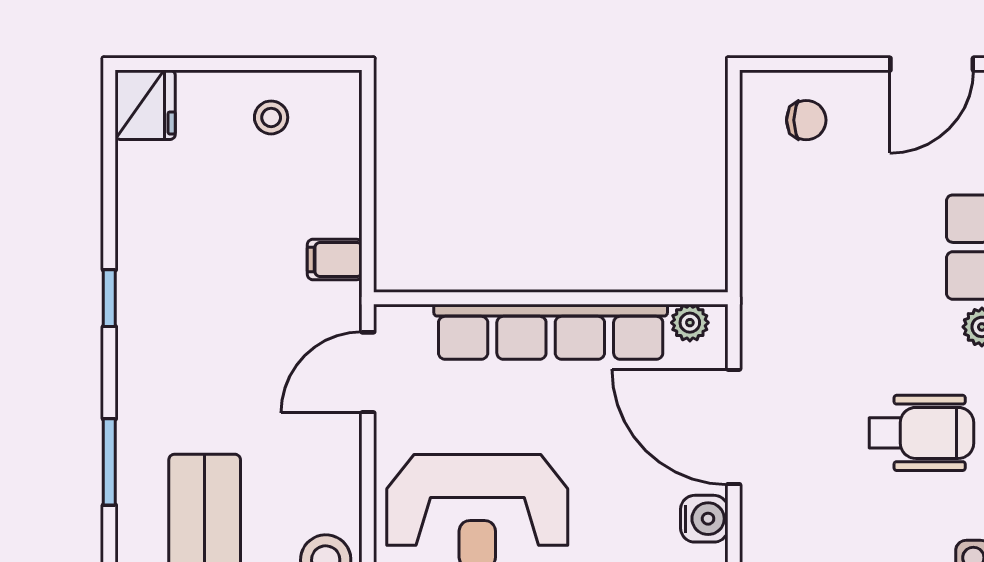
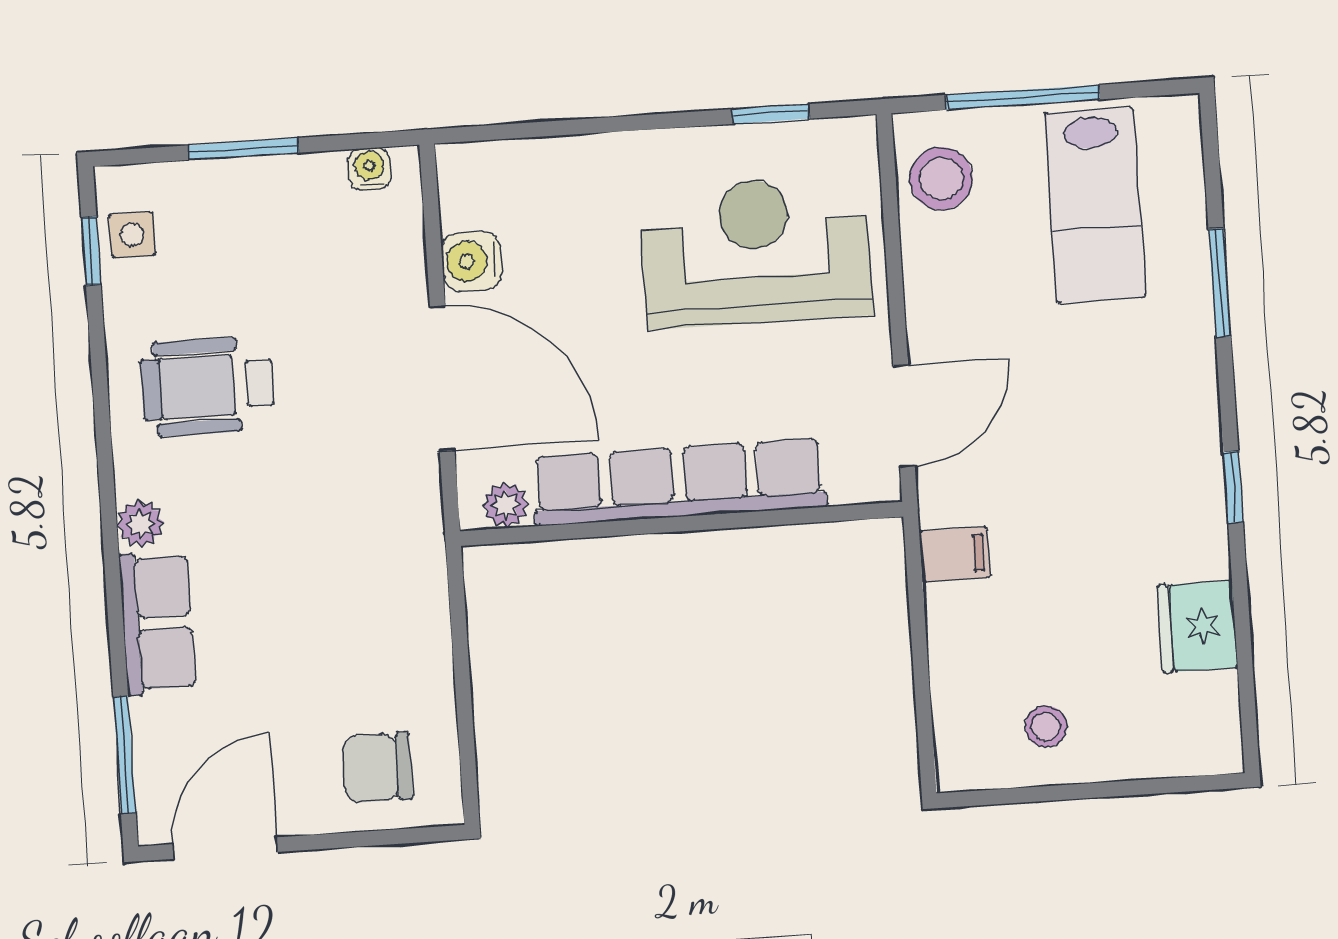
fridge: (145, 105) -> (1197, 627), moved
chair: (806, 120) -> (377, 768), width x1.37, depth x1.37

